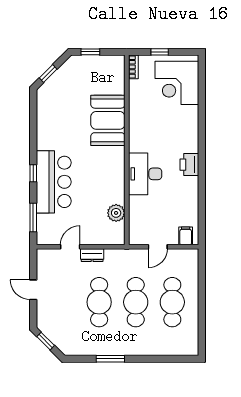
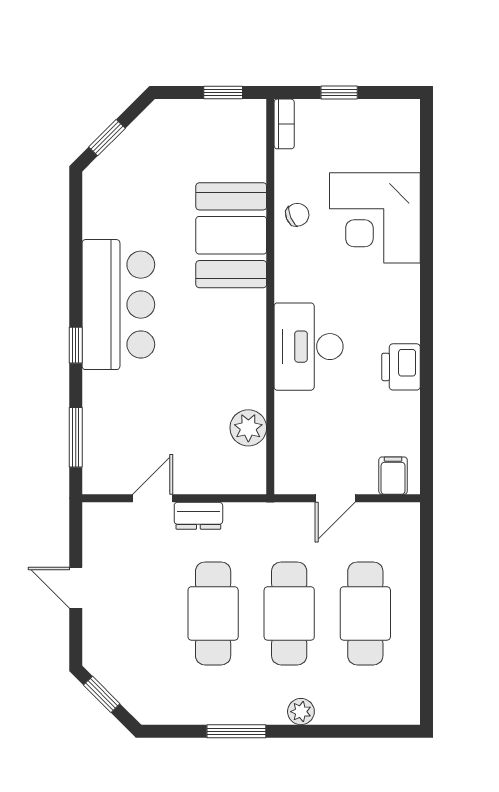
window: (90, 52) -> (223, 93), moved
corner desk: (177, 83) -> (375, 218), moved
chair: (140, 111) -> (297, 215), added
printer: (189, 165) -> (401, 367), moved
bar counter: (54, 182) -> (118, 305), moved
plant: (141, 349) -> (301, 712), added

